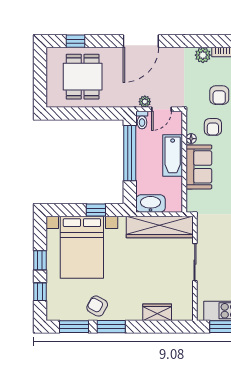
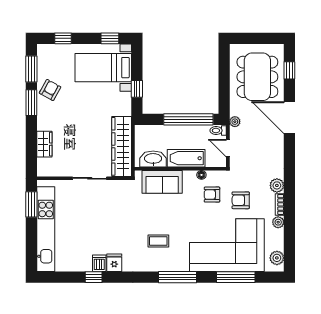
door: (141, 41) -> (289, 118), moved
dining table: (83, 77) -> (257, 77), width x1.37
plant: (145, 102) -> (235, 122), moved
sofa: (199, 167) -> (162, 182), moved
washbasin: (150, 204) -> (153, 159), moved, turned -90
bed with nightstands: (82, 247) -> (103, 68), width x0.73
window: (40, 260) -> (110, 38), moved

